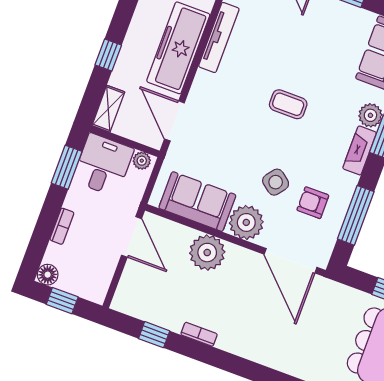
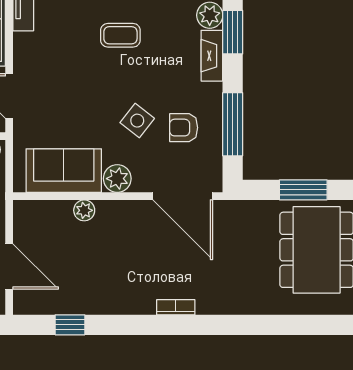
plant: (246, 222) -> (117, 179), width x0.73, depth x0.73
door: (132, 237) -> (9, 266), moved
plant: (207, 253) -> (84, 210), width x0.53, depth x0.53
bookcase: (199, 334) -> (176, 307), moved

